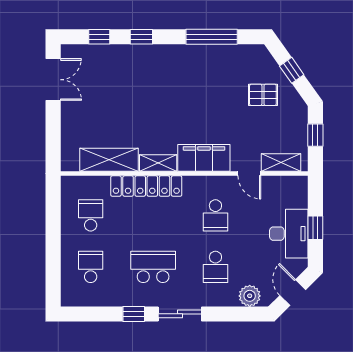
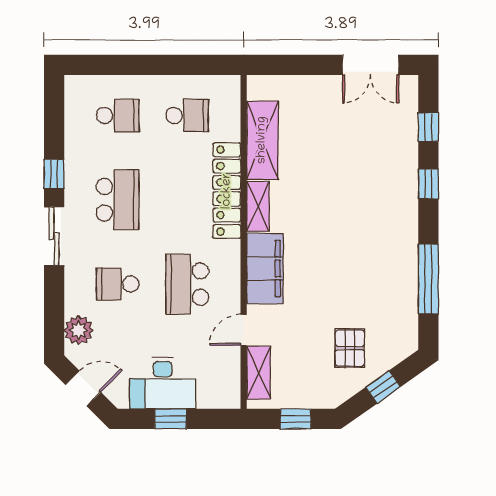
school desk: (215, 215) -> (187, 284), width x1.85

